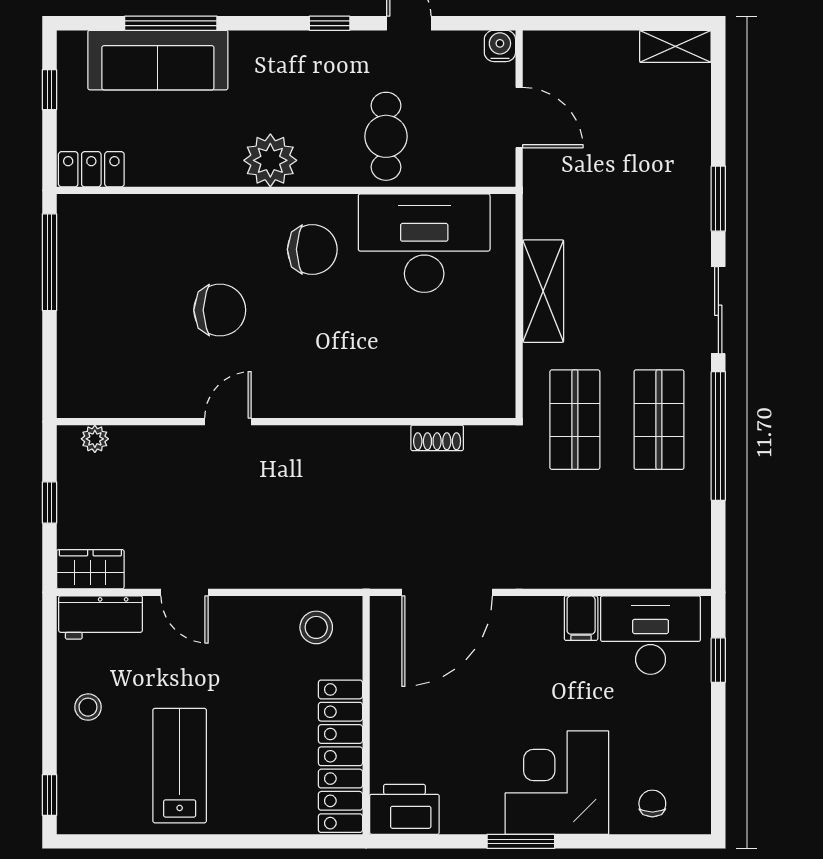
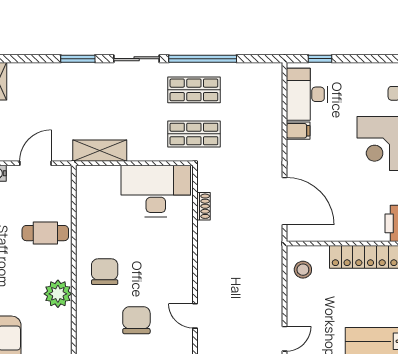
desk: (424, 243) -> (156, 191), moved, turned 90
shelving: (543, 291) -> (100, 151), moved

